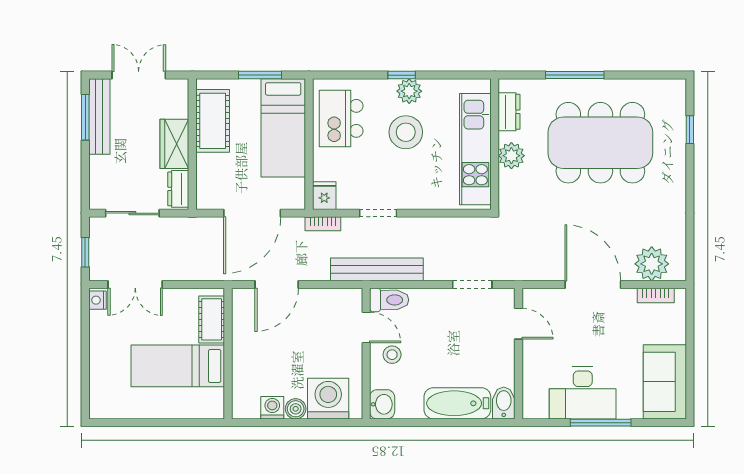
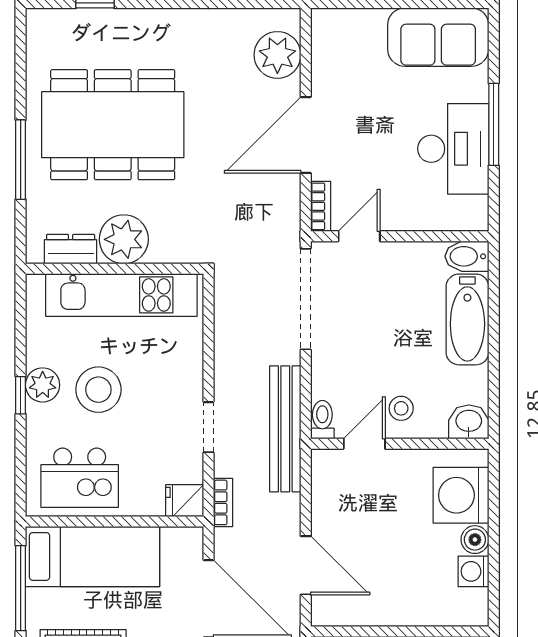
window: (260, 75) -> (21, 588), width x1.44
dining table: (600, 143) -> (113, 125), turned 90
plant: (511, 156) -> (124, 239), width x1.36, depth x1.36
doorway: (472, 285) -> (306, 299), width x1.87
bookcase: (656, 295) -> (321, 206), moved
toilet: (389, 300) -> (322, 420), width x0.73, depth x0.72

